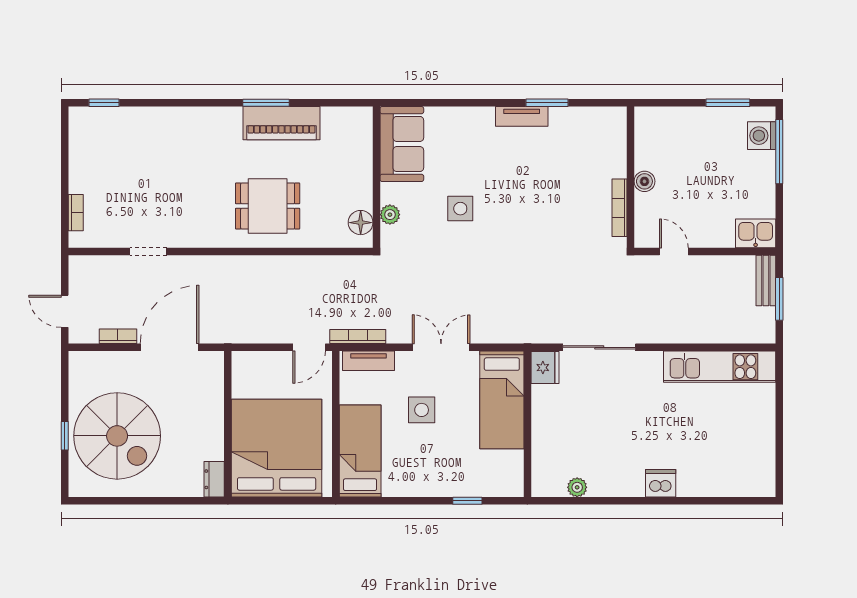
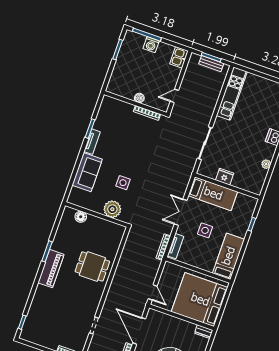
piano: (281, 123) -> (51, 269), moved
washing machine: (762, 136) -> (151, 45), moved
sofa: (402, 144) -> (87, 172), moved, turned 90
dining table: (268, 206) -> (92, 266), turned 90
plant: (390, 215) -> (112, 209), width x1.88, depth x1.88
floor lamp: (361, 223) -> (81, 217), moved
bench: (766, 280) -> (211, 64), moved
door: (309, 347) -> (153, 292), moved
fridge: (545, 368) -> (225, 177), moved
bed: (360, 451) -> (229, 256), moved, turned 90
plant: (577, 487) -> (266, 164), moved

